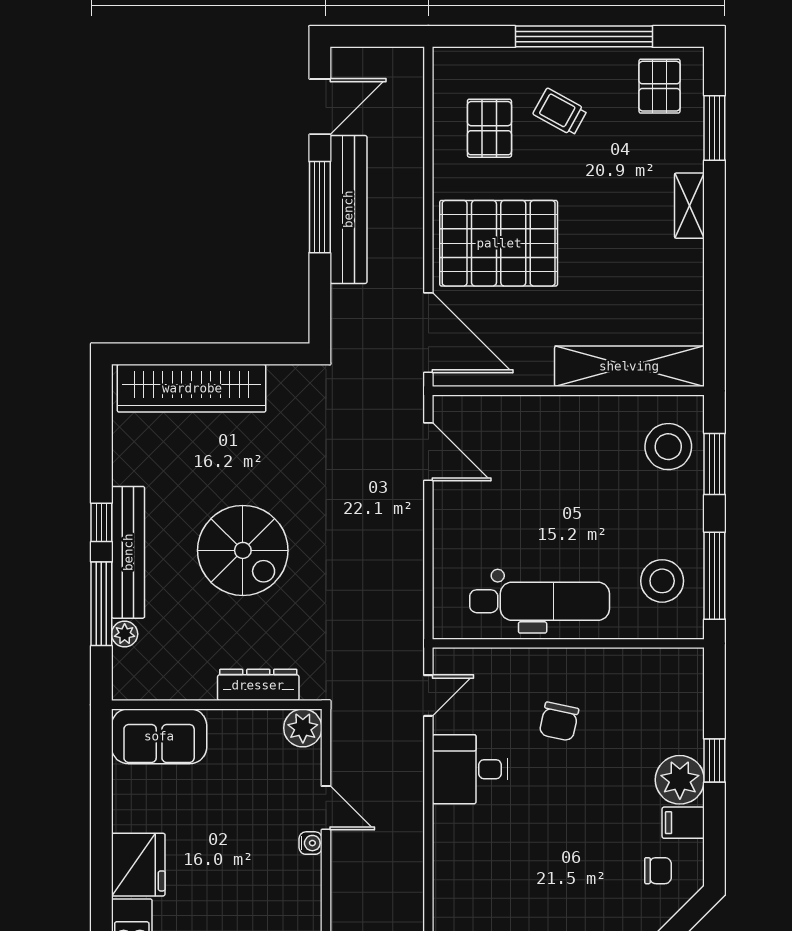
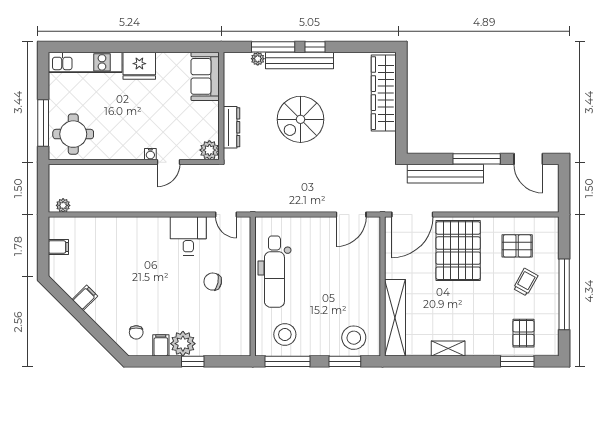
pallet: (659, 86) -> (523, 333), moved, turned 90
shelving: (689, 206) -> (448, 348), moved
bench: (348, 209) -> (445, 174), moved

